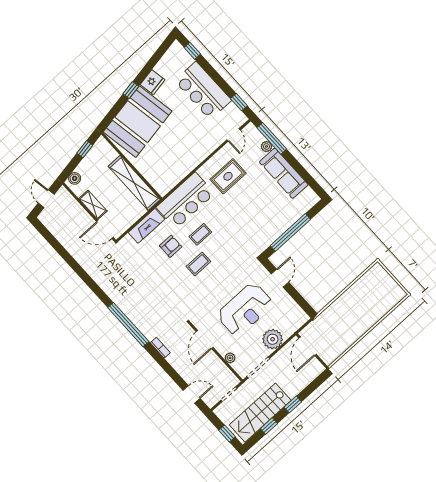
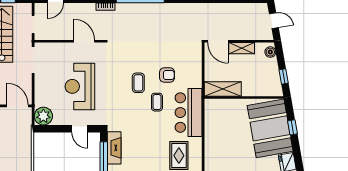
window: (131, 90) -> (293, 127), moved
shelving: (134, 183) -> (223, 89), width x0.68
fireplace: (146, 226) -> (114, 148), moved, turned 180
door: (105, 230) -> (218, 41), swing flipped
armchair: (171, 246) -> (167, 75), turned -90
plant: (273, 339) -> (43, 116), moved
plant: (230, 358) -> (57, 47), removed

